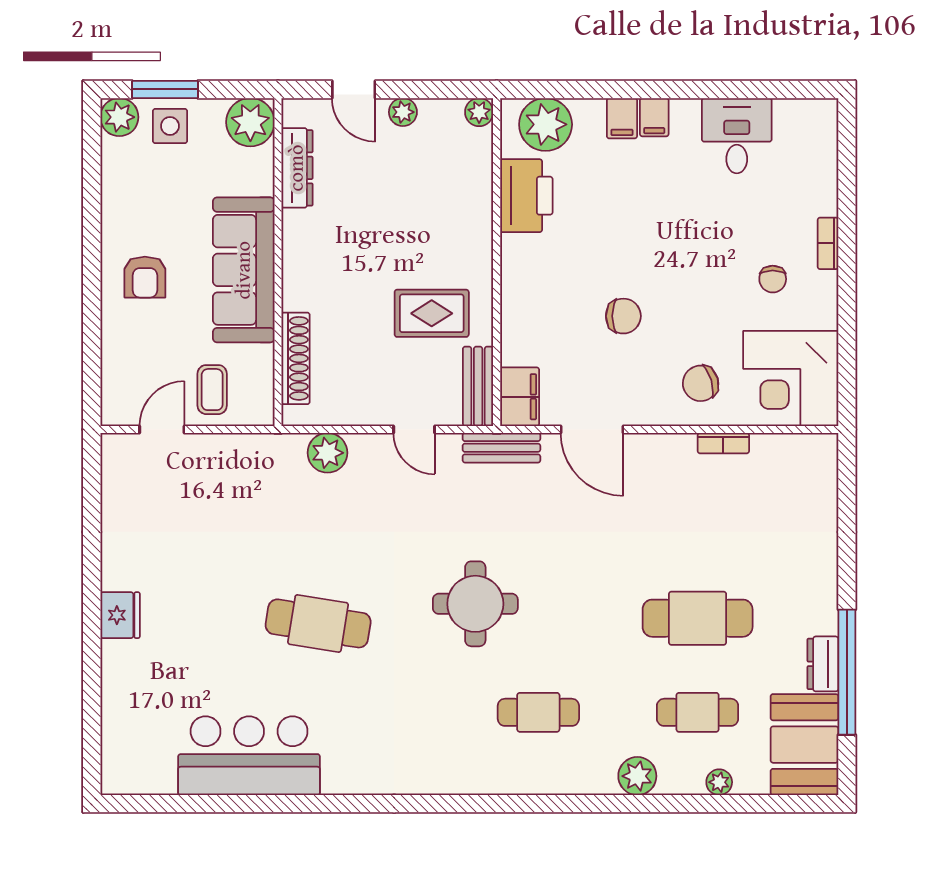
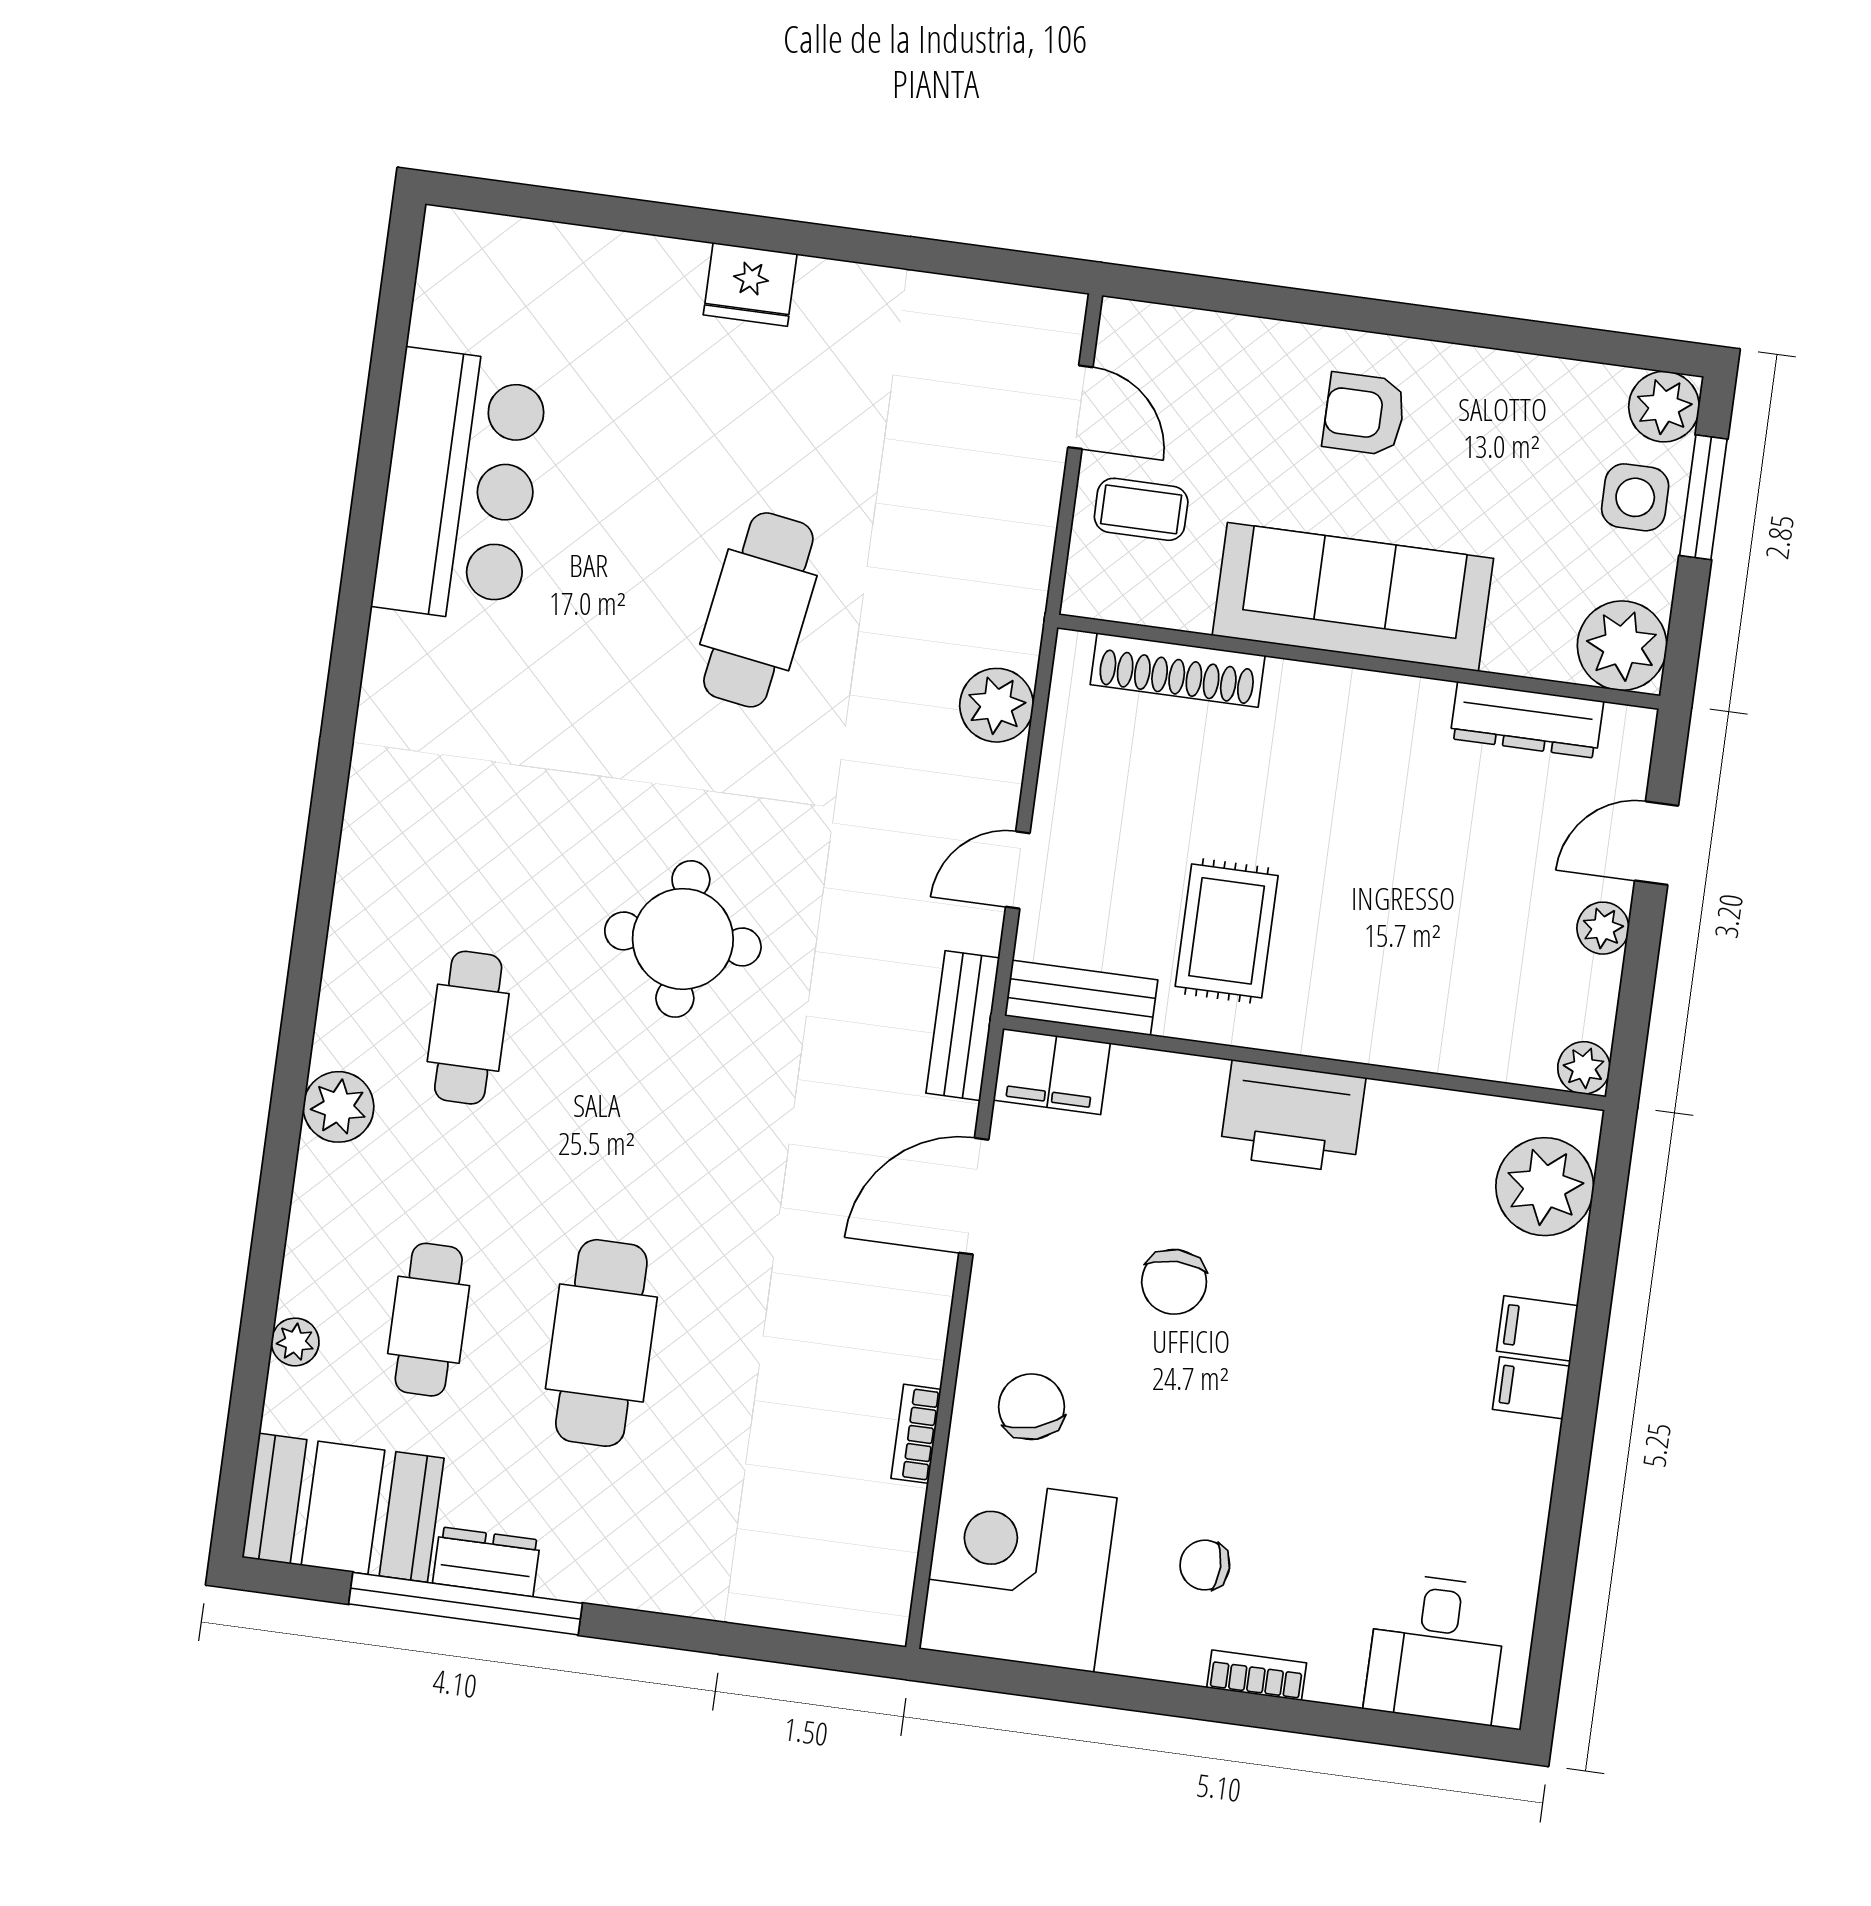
desk: (737, 136) -> (1436, 1649), moved, turned 90
printer: (526, 196) -> (1293, 1117), moved
cafe table: (318, 623) -> (758, 610), moved
plant: (637, 776) -> (338, 1107), moved

